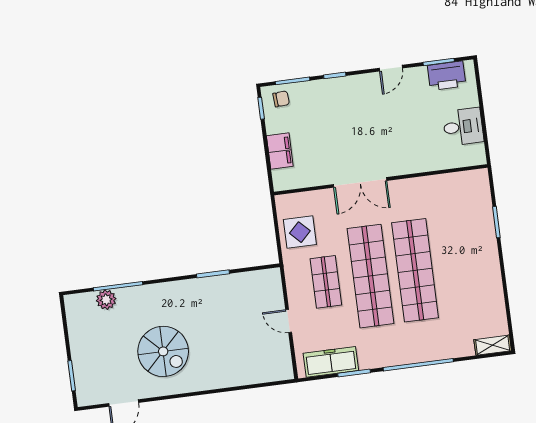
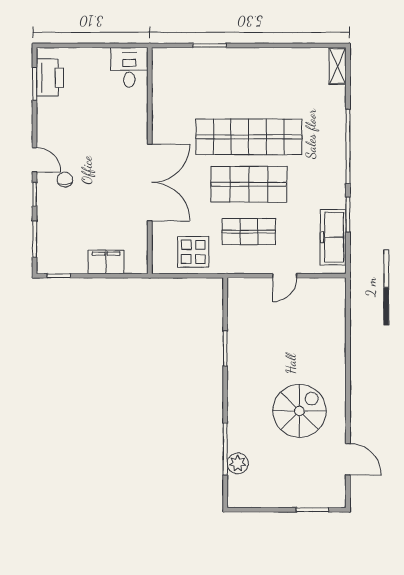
door: (391, 68) -> (35, 160), moved
chair: (281, 99) -> (65, 180), moved
desk: (463, 127) -> (129, 67), moved
double door: (360, 182) -> (150, 182), width x1.36
shop shelf: (370, 276) -> (249, 184), width x0.71

